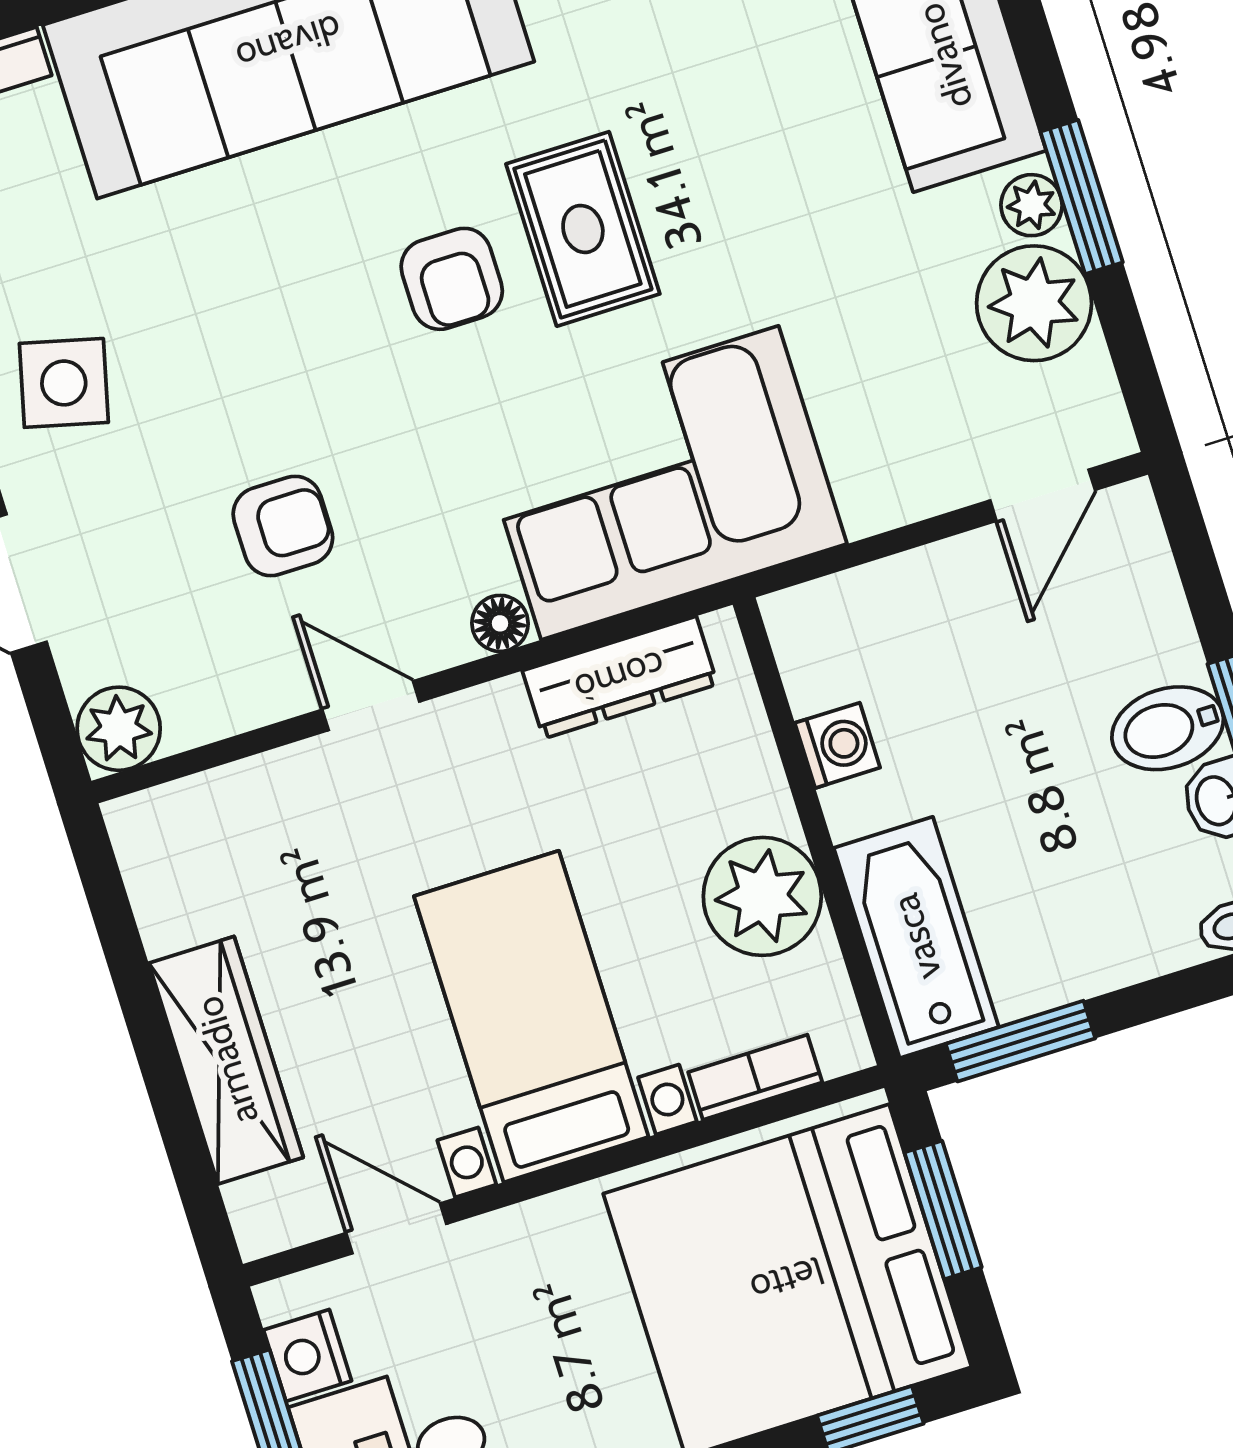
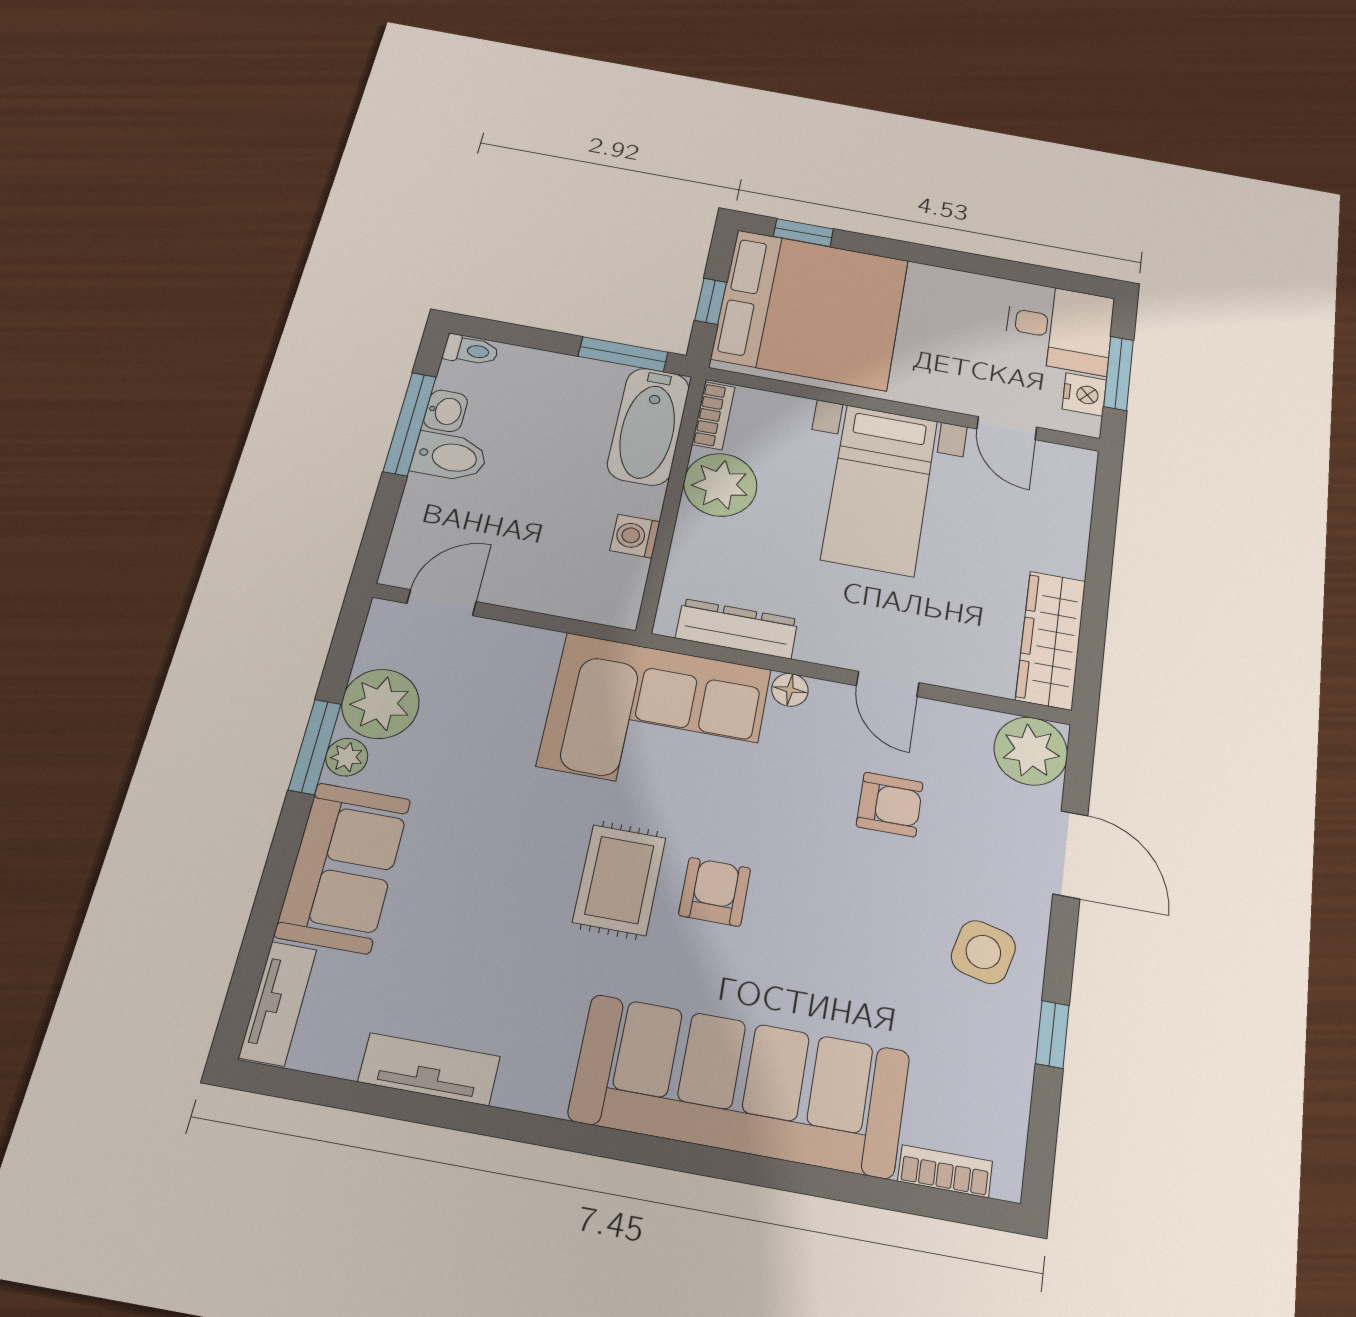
armchair: (283, 526) -> (890, 804), turned 180
plant: (119, 729) -> (1031, 751), width x1.36, depth x1.36
wardrobe: (226, 1060) -> (1051, 640), moved
bookcase: (755, 1077) -> (714, 416), moved, turned -90
window: (943, 1210) -> (711, 301), width x0.67

